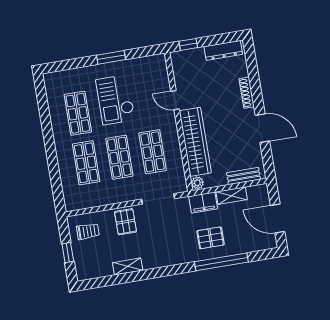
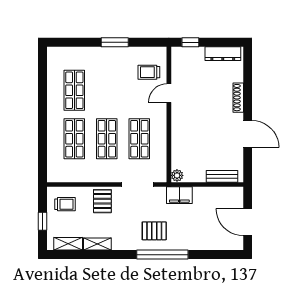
trolley: (151, 82) -> (149, 72), added
checkout: (115, 100) -> (112, 83), removed
door: (175, 100) -> (169, 93), hinge flipped
wardrobe: (195, 142) -> (182, 136), removed
shelving: (232, 196) -> (68, 244), moved
pallet: (210, 238) -> (154, 231), moved
window: (221, 262) -> (162, 255), moved

